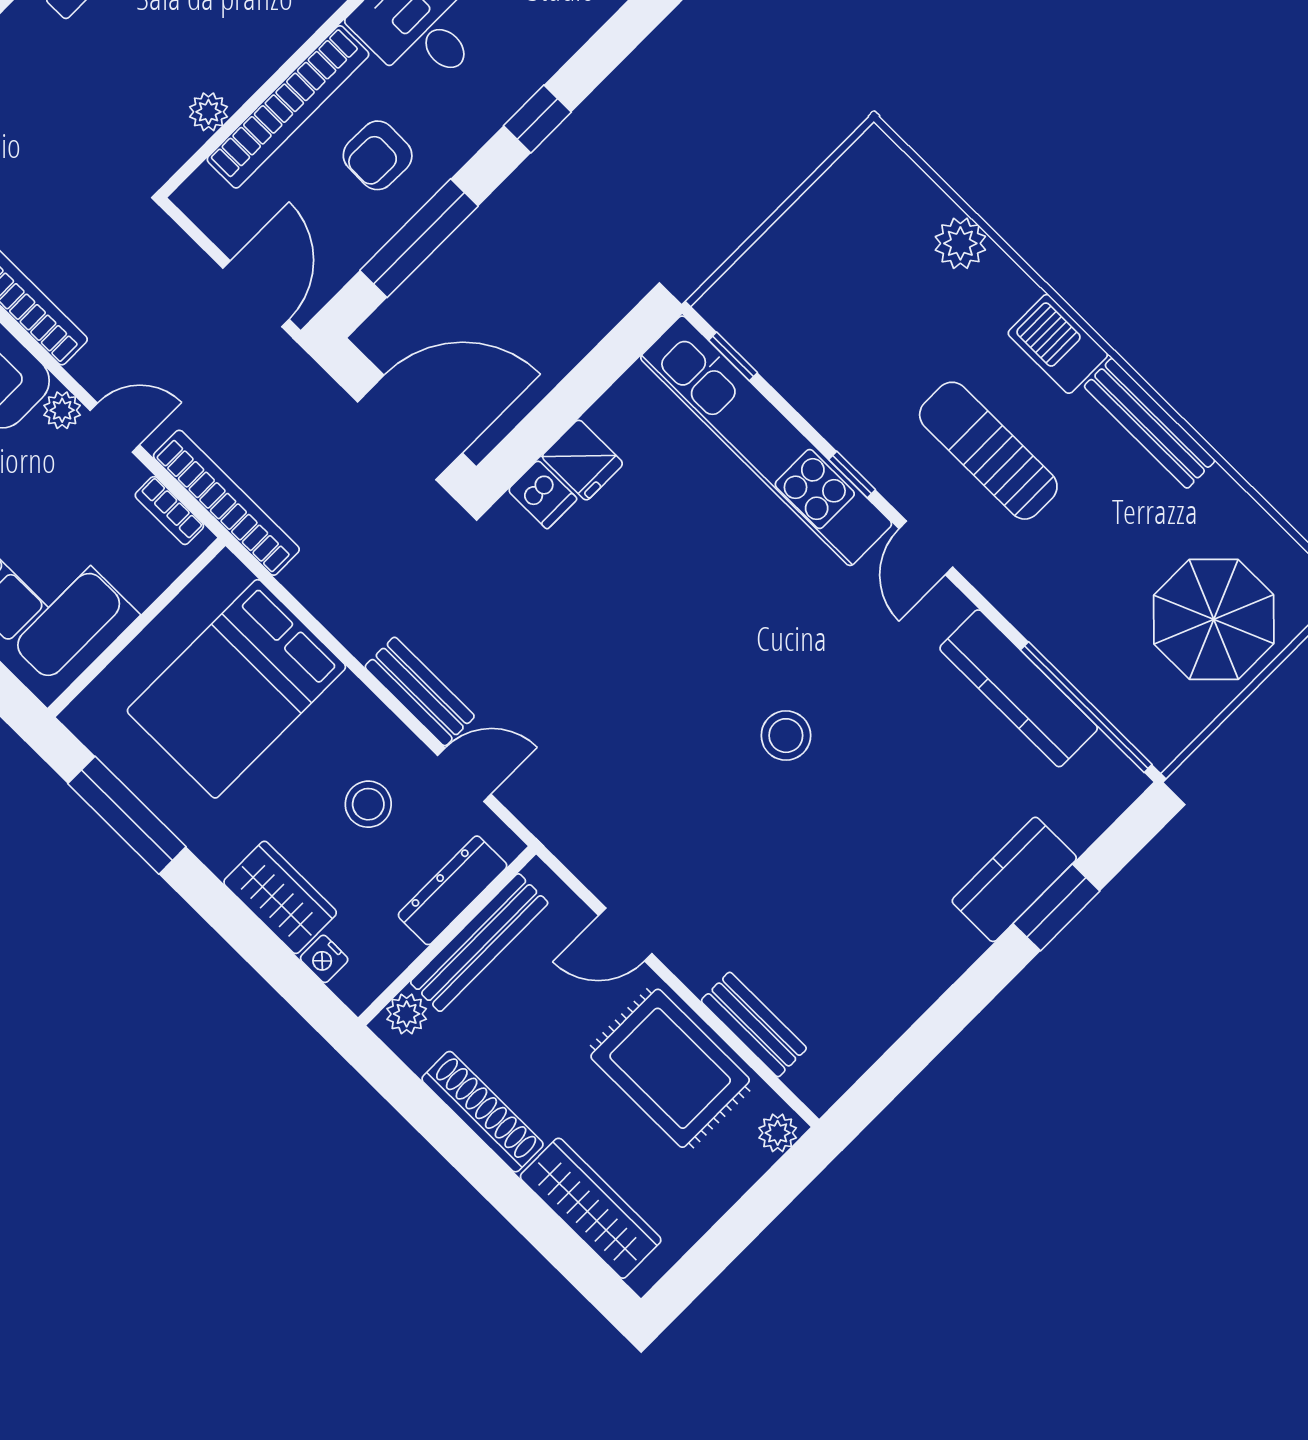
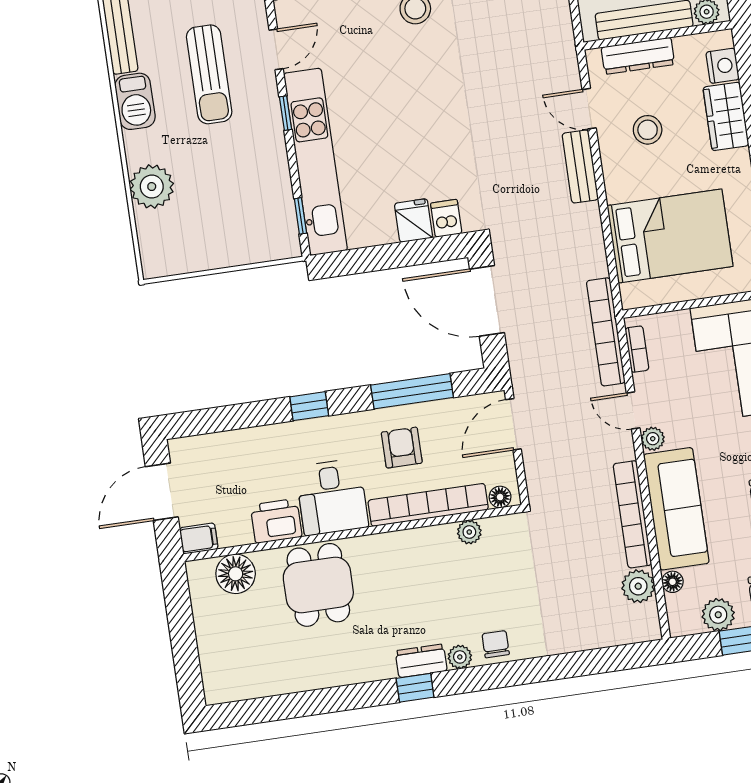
armchair: (378, 155) -> (402, 448), turned -91
floor lamp: (203, 187) -> (500, 497), added
plant: (960, 243) -> (152, 187), width x1.36, depth x1.36
nightstand: (324, 959) -> (723, 66), width x1.39, depth x1.35

